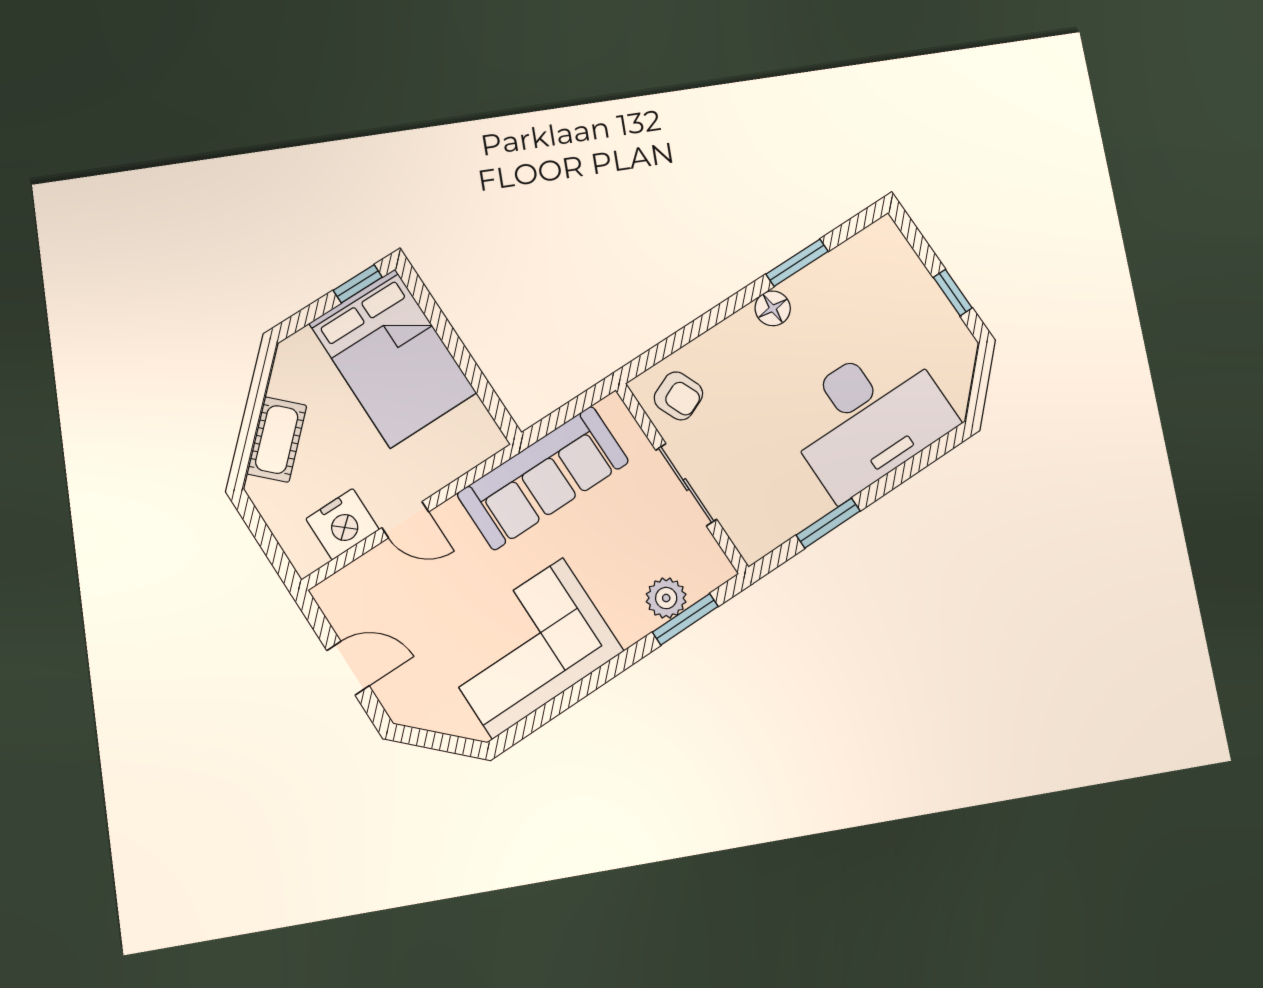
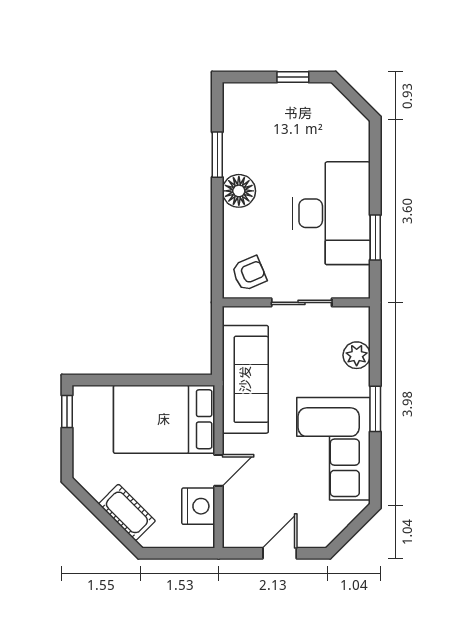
floor lamp: (773, 308) -> (239, 191), width x1.38, depth x1.38
bed: (393, 358) -> (164, 419), moved, turned 180
desk: (868, 417) -> (332, 213), moved
window: (685, 619) -> (375, 409), moved

